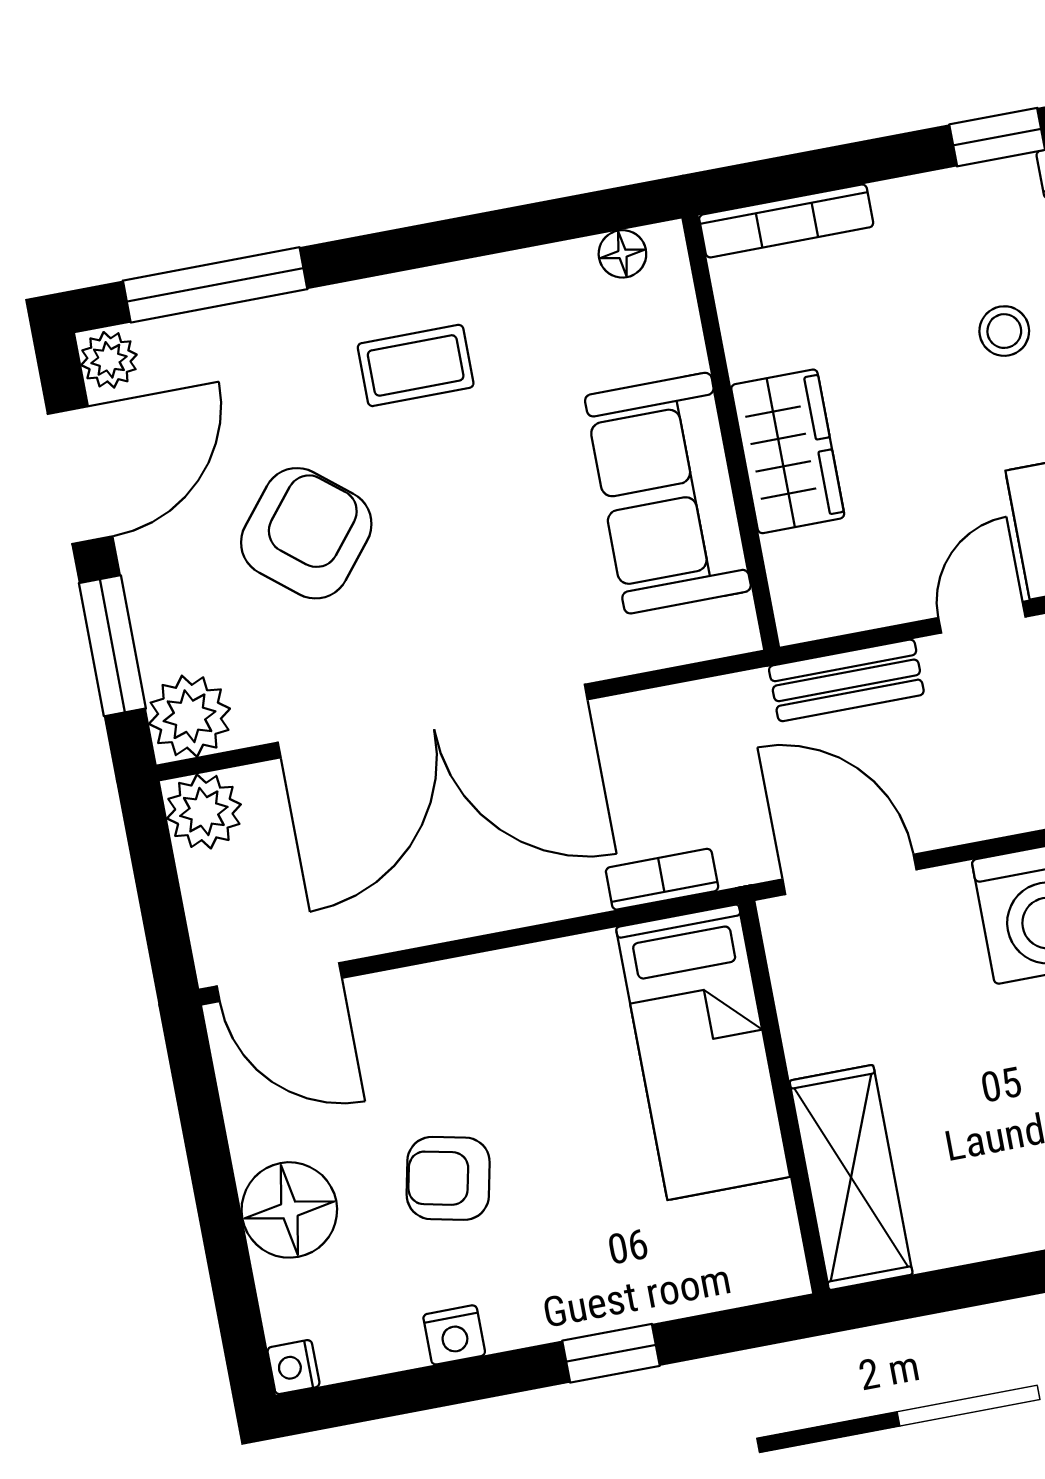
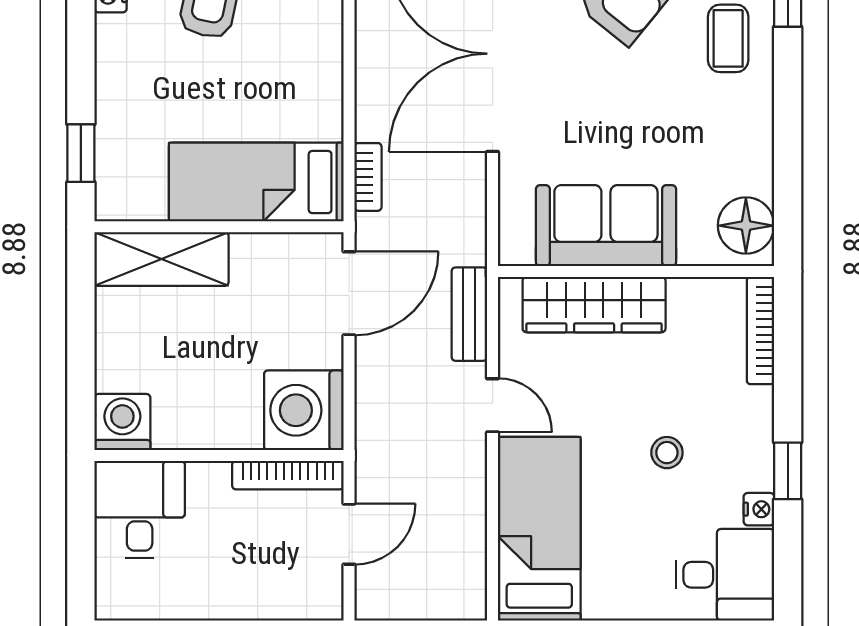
floor lamp: (622, 254) -> (746, 226), width x1.89, depth x1.89
coffee table: (416, 365) -> (728, 38), moved
wardrobe: (788, 451) -> (594, 305), width x1.50
window: (611, 1353) -> (81, 153), moved

